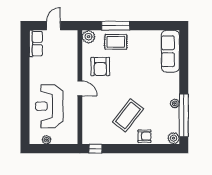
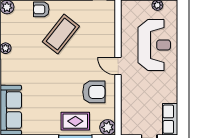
armchair: (100, 66) -> (94, 92), turned 90

